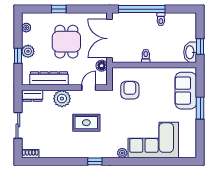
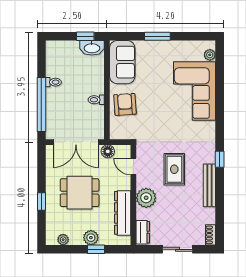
armchair: (130, 90) -> (125, 104), moved, turned 86
sofa: (186, 91) -> (122, 62), moved, turned -90
bench: (72, 153) -> (209, 185), added
plant: (122, 153) -> (210, 55), moved

